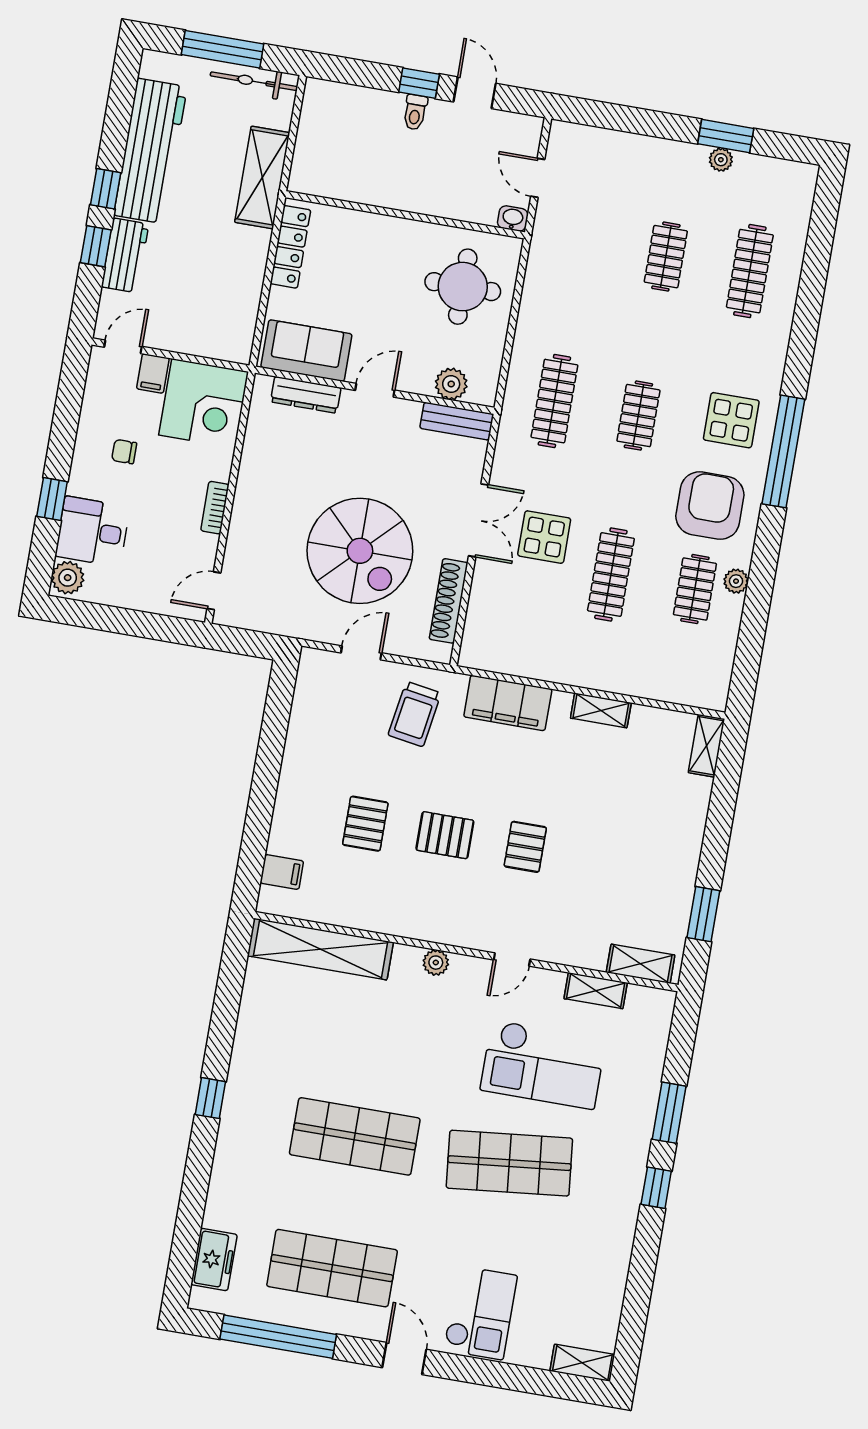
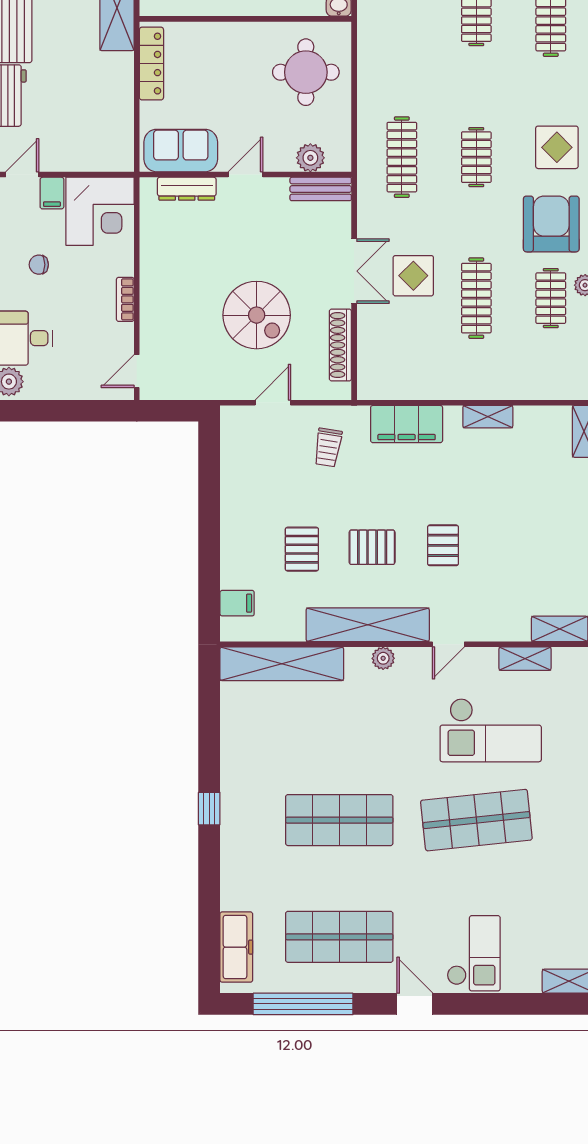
spiral stairs: (360, 551) -> (257, 315), width x0.73, depth x0.73
trolley: (415, 714) -> (328, 447), width x0.73, depth x0.72
shelving: (425, 922) -> (368, 625), added
freezer: (214, 1260) -> (236, 947), width x1.40

